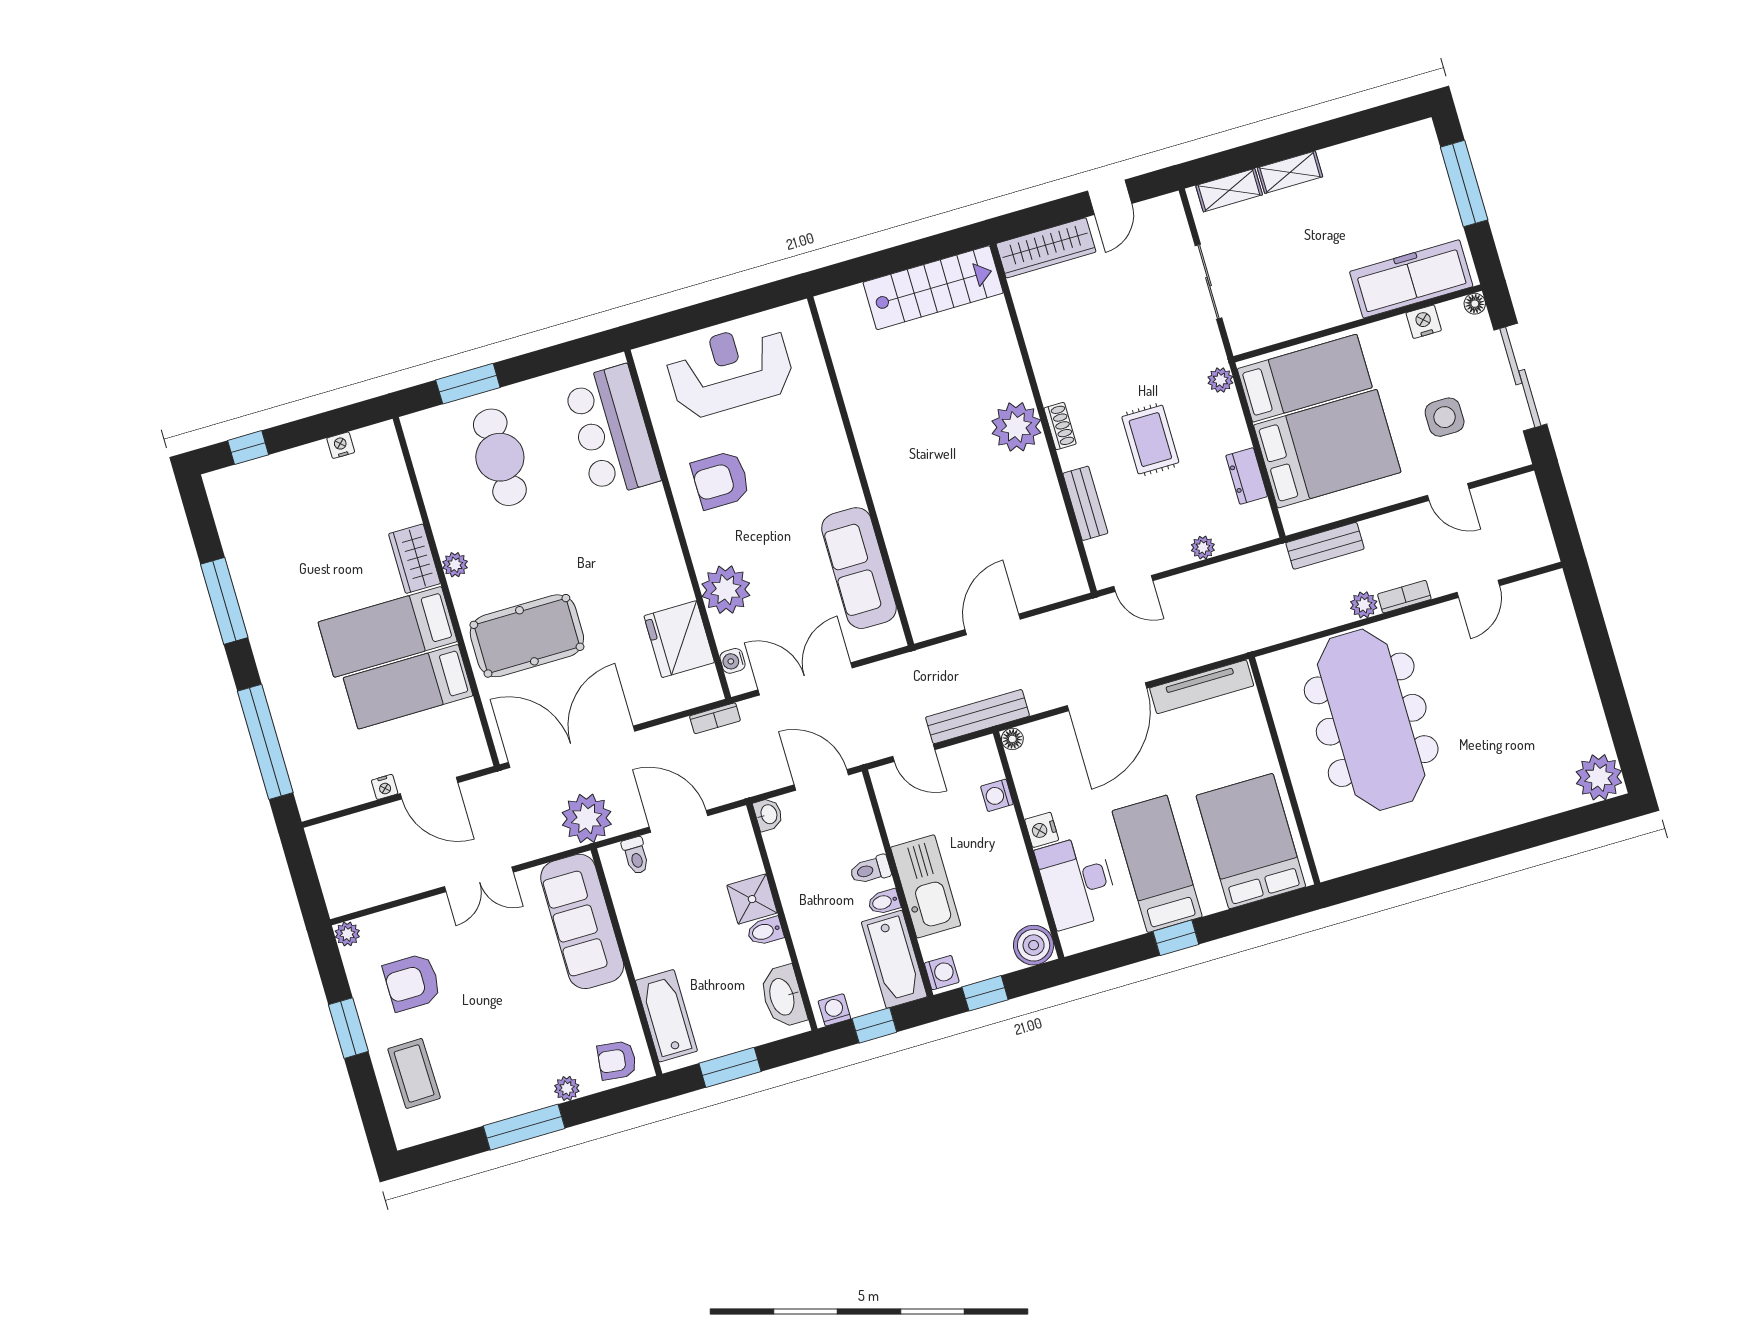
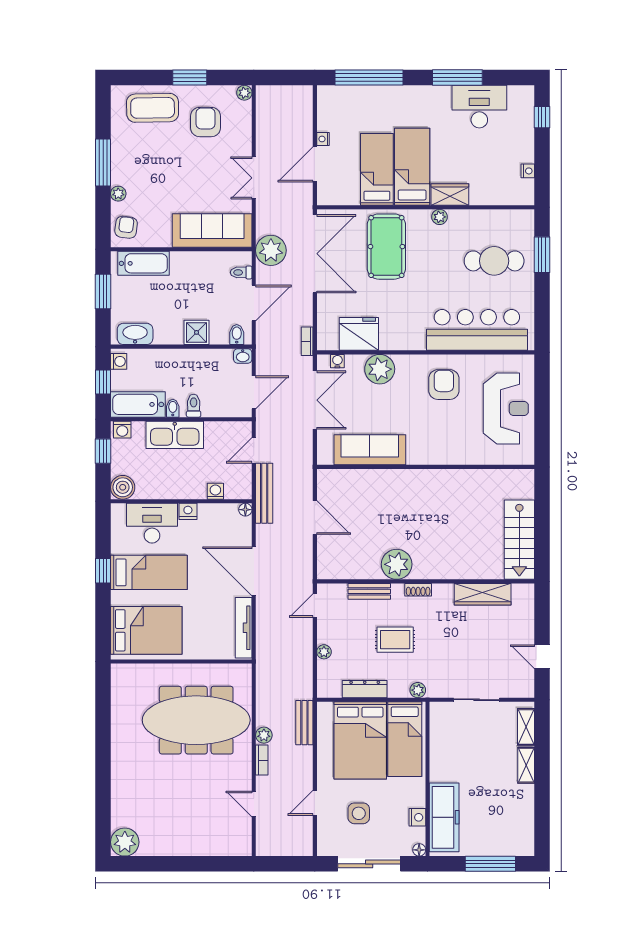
wardrobe: (1046, 248) -> (483, 594), moved, turned -90
plant: (1016, 427) -> (397, 564), moved
bar counter: (612, 431) -> (477, 330), width x1.36
dresser: (1247, 476) -> (365, 689), width x1.44
desk: (260, 552) -> (479, 107), added
bidet: (765, 931) -> (237, 335), moved
coffee table: (414, 1073) -> (153, 108), width x1.36, depth x1.32

